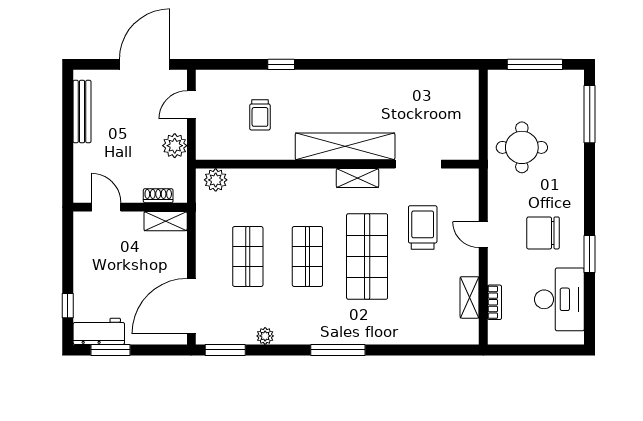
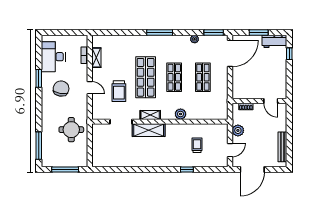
shelving: (345, 146) -> (149, 130), width x0.68
plant: (216, 180) -> (181, 114), moved
shelving: (166, 221) -> (242, 94), removed
chair: (543, 233) -> (61, 89), turned -80
window: (110, 350) -> (259, 32), moved

